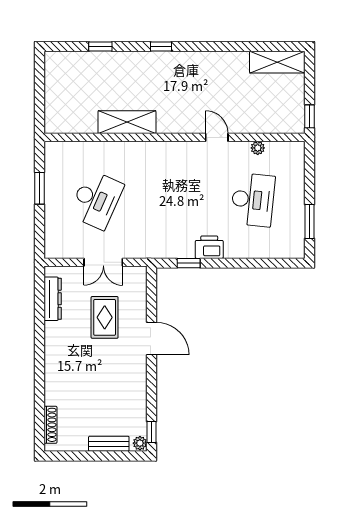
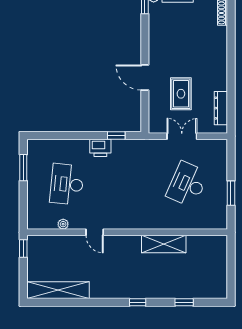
shelving: (277, 62) -> (58, 290), width x1.47

